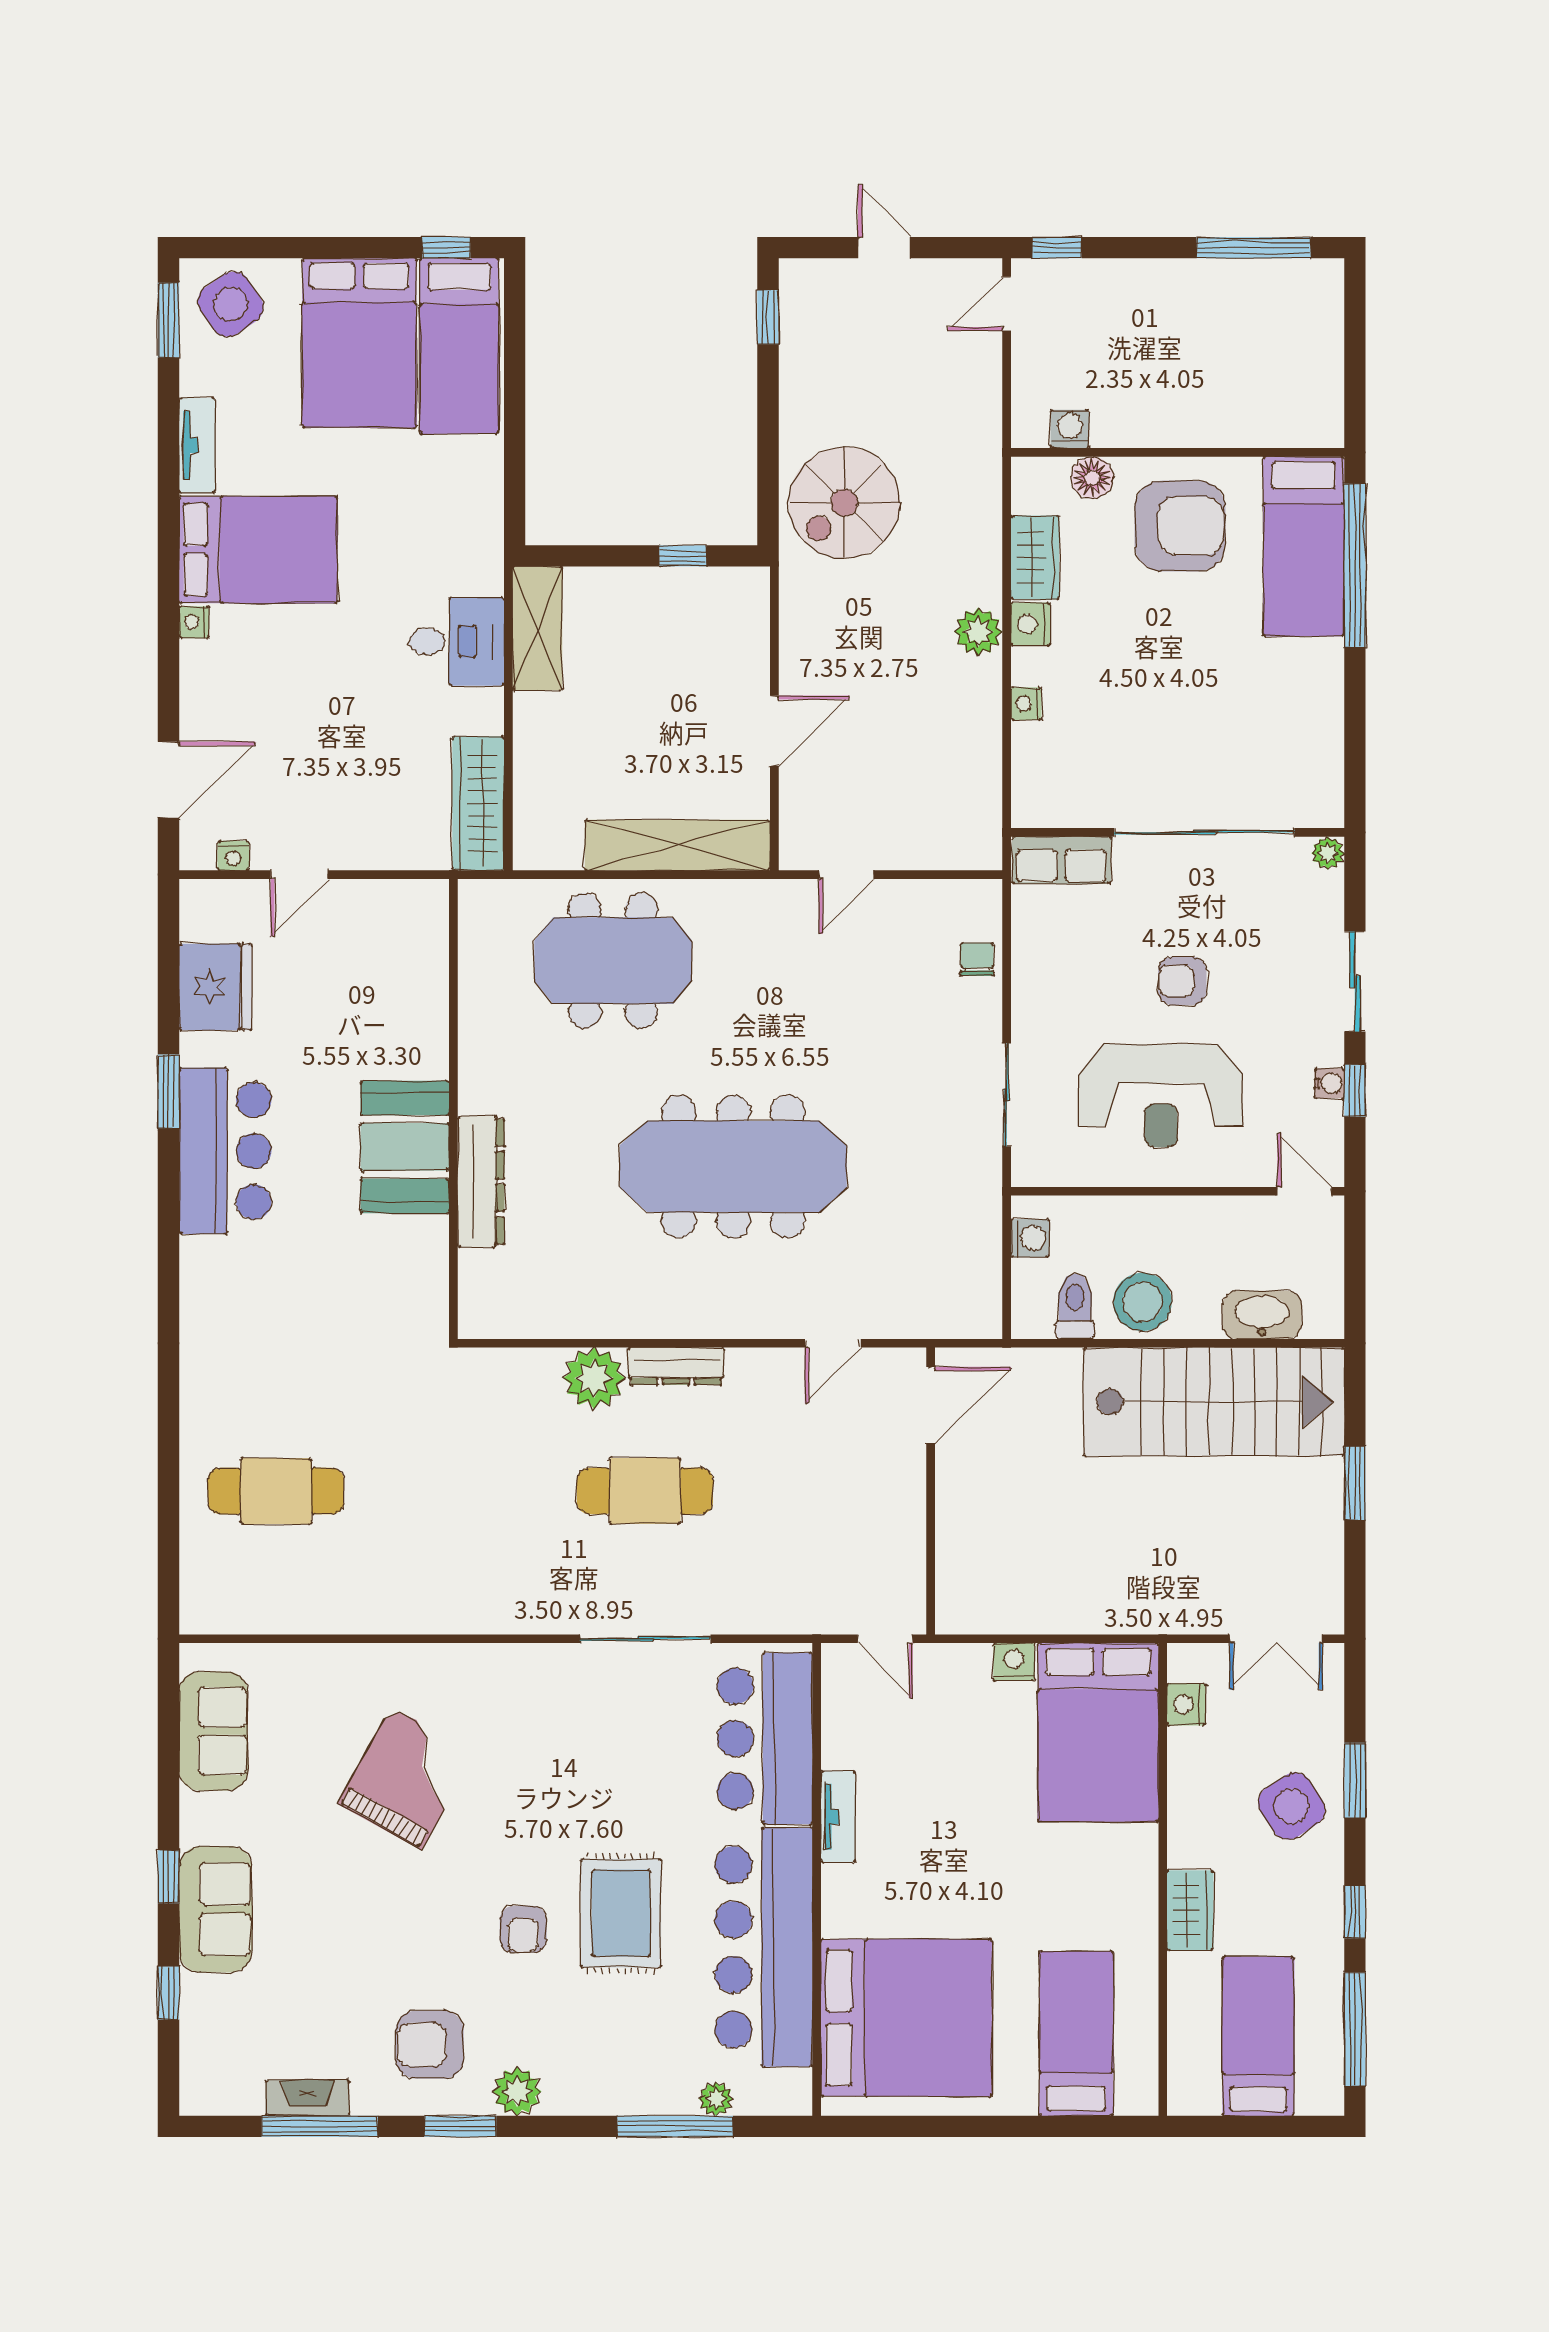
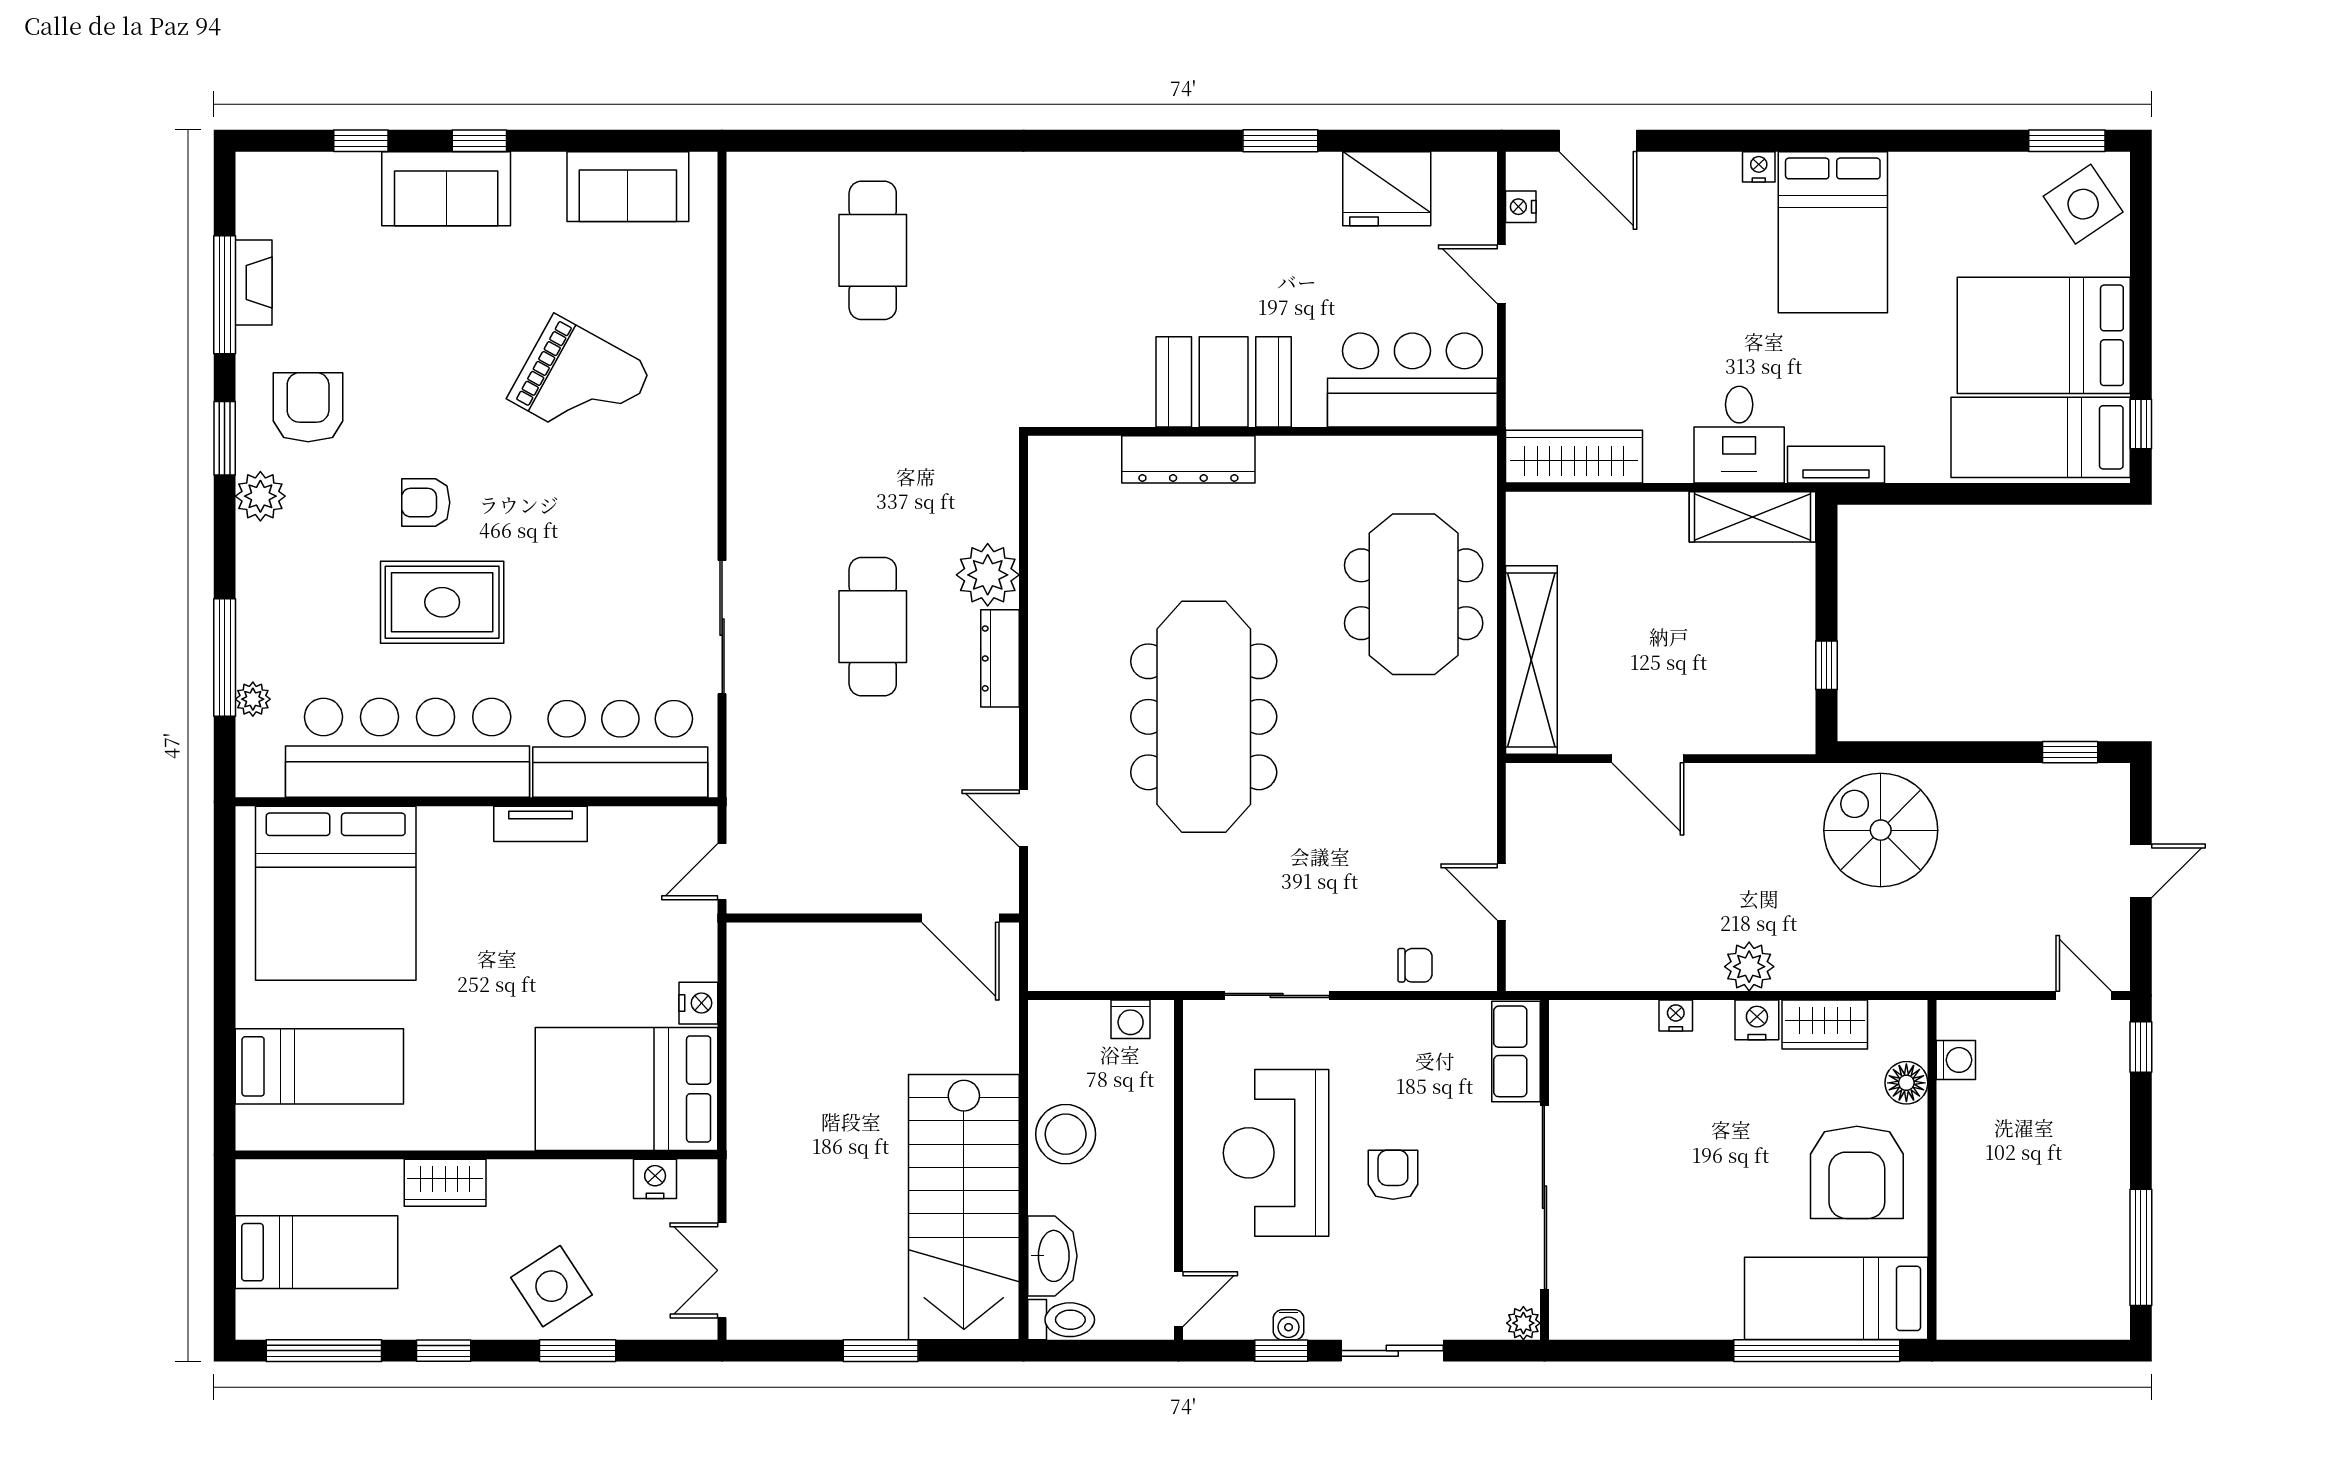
tv unit: (197, 445) -> (1836, 465), moved, turned 180
door: (846, 875) -> (1501, 892), moved
bar counter: (225, 1151) -> (1412, 380), moved, turned 180
toilet: (1075, 1306) -> (1061, 1320), moved

